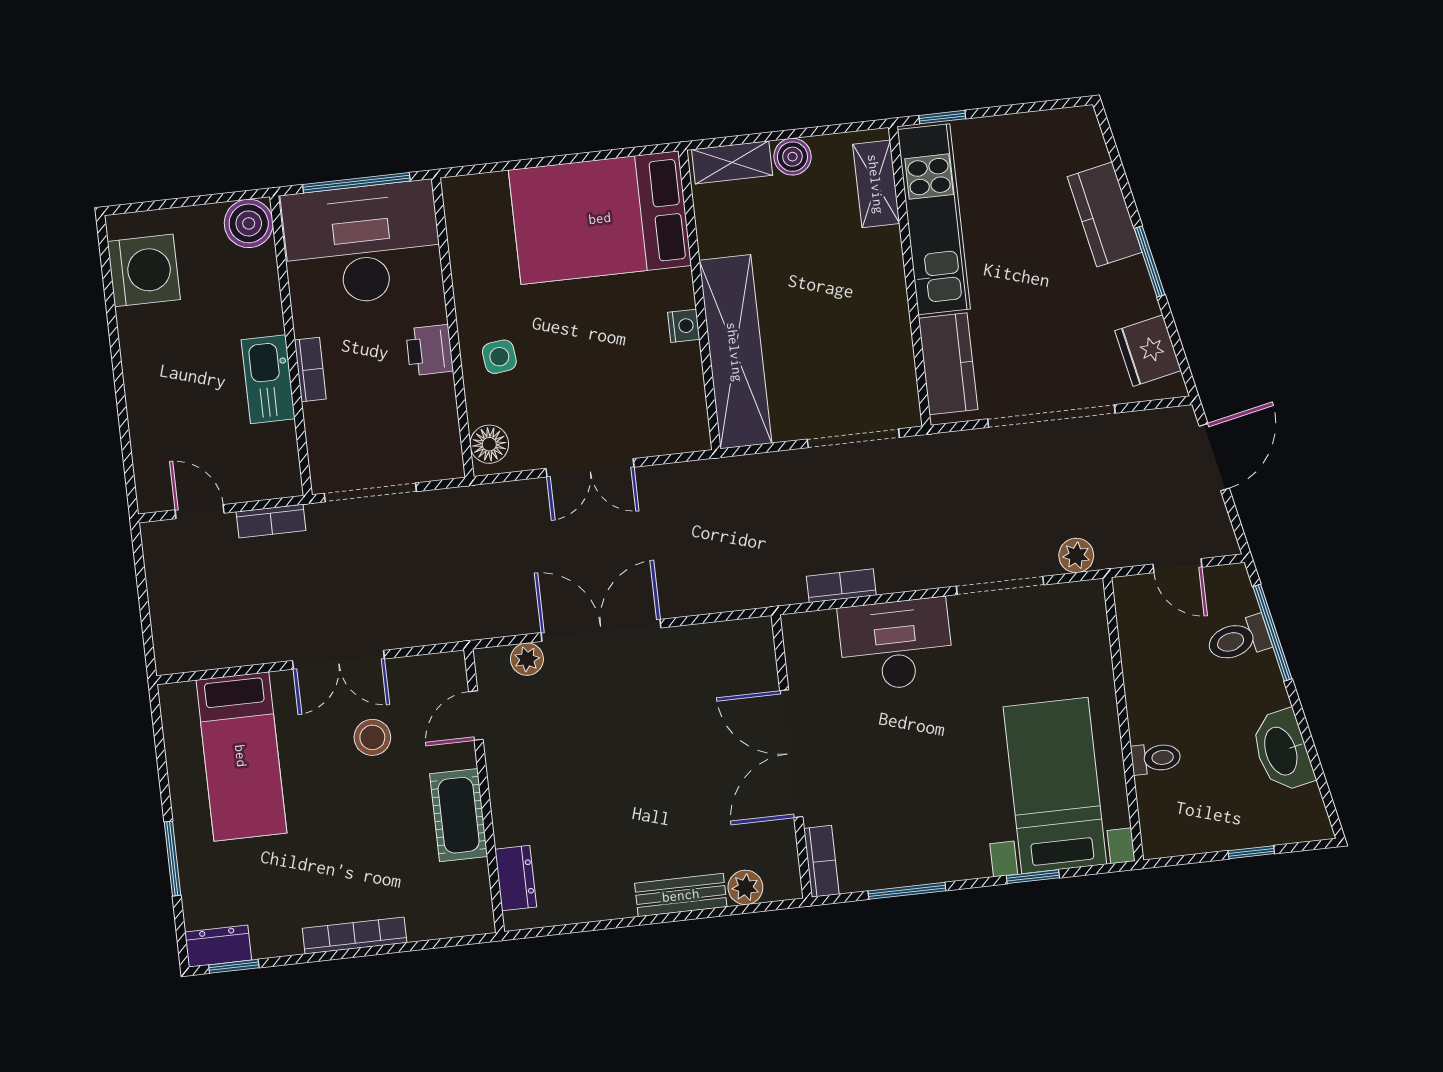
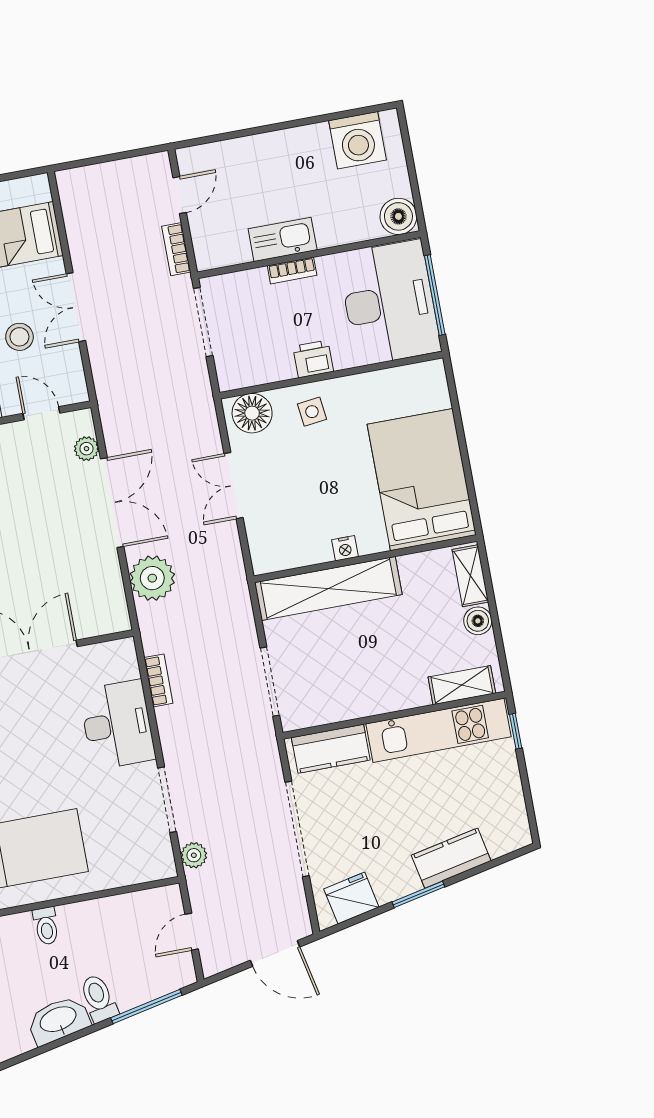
floor lamp: (489, 444) -> (252, 413), width x1.38, depth x1.38
plant: (705, 584) -> (152, 578), added
toilet: (1239, 639) -> (99, 998), moved

